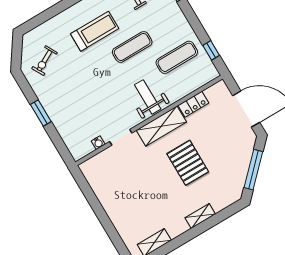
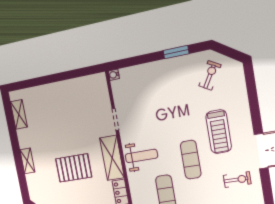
exercise bike: (45, 61) -> (210, 75), turned 58
window: (41, 113) -> (176, 52), moved
water cooler: (98, 143) -> (114, 75), moved

